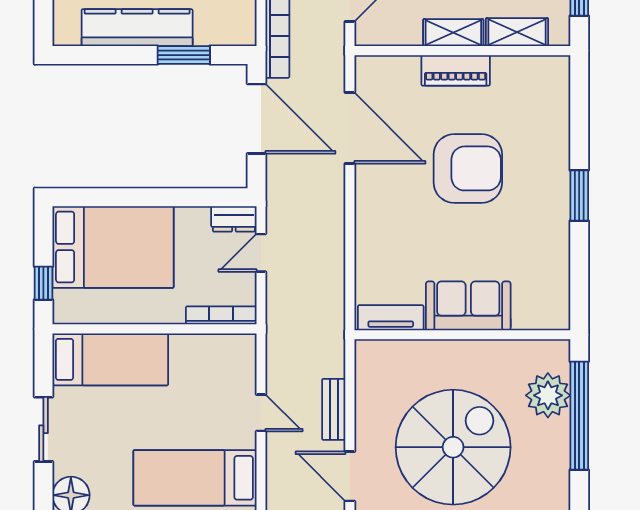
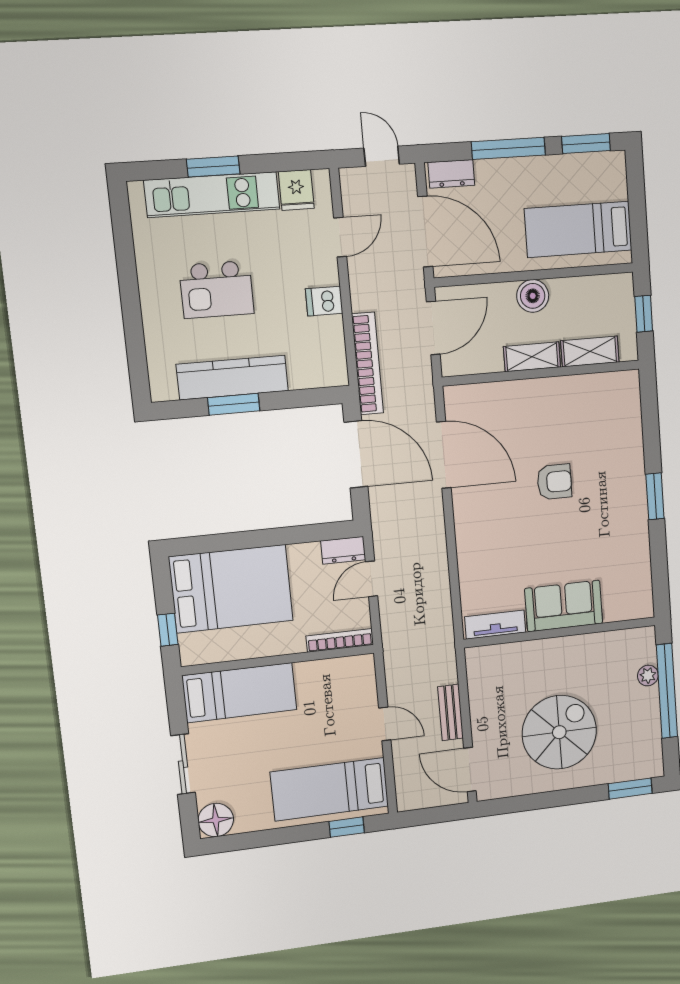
window: (184, 55) -> (234, 404), moved
piano: (456, 70) -> (537, 392), removed
armchair: (468, 168) -> (554, 482), width x0.53, depth x0.53
plant: (548, 395) -> (648, 676), width x0.53, depth x0.53
spiral stairs: (453, 447) -> (559, 732), width x0.73, depth x0.73

